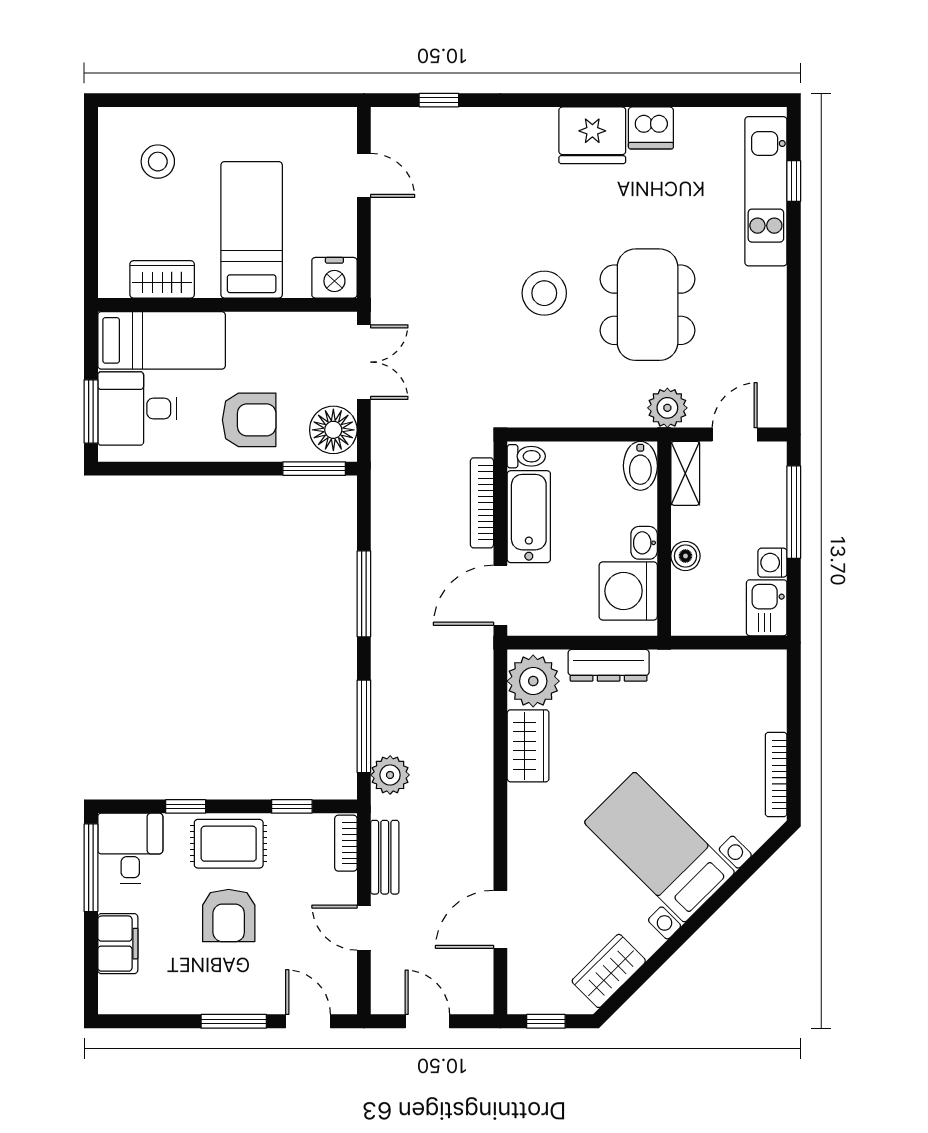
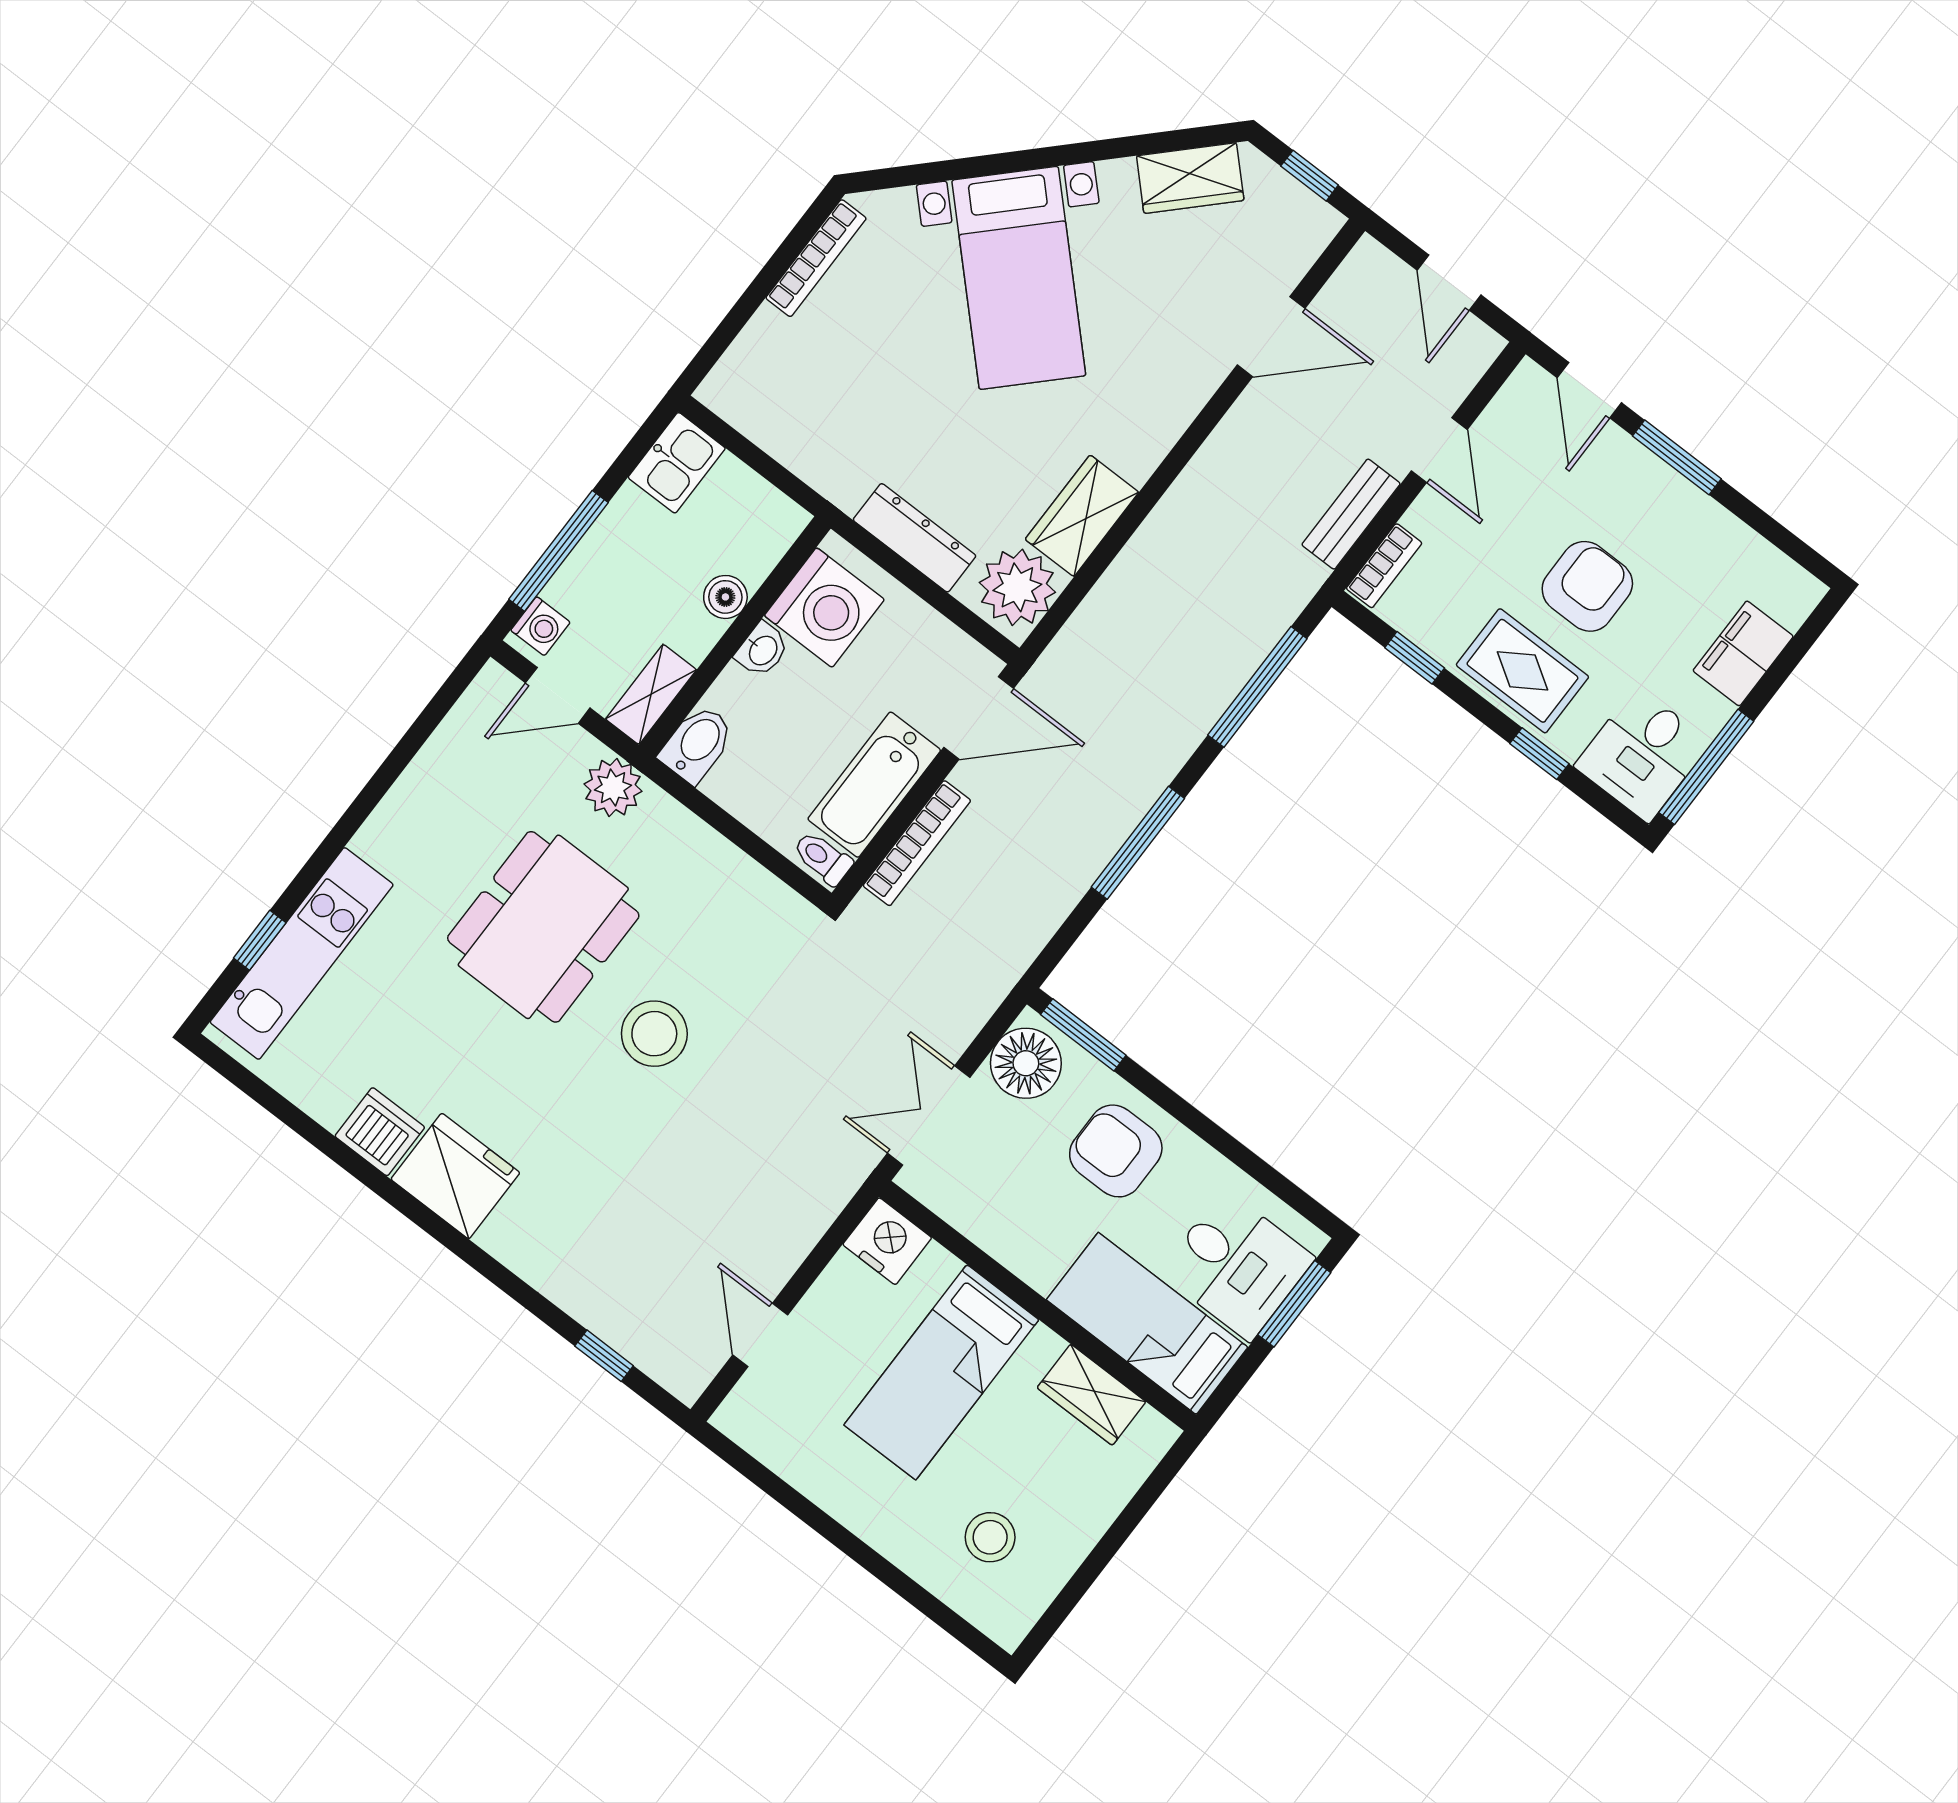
washing machine: (772, 563) -> (540, 626), moved
plant: (390, 775) -> (1271, 606), removed

